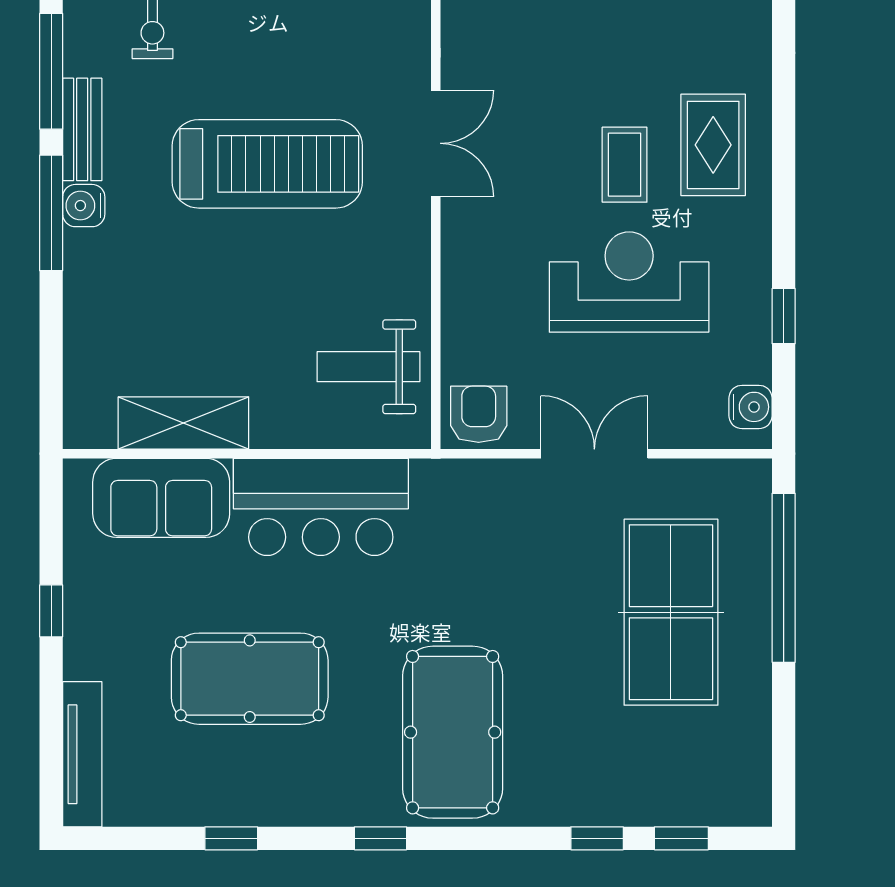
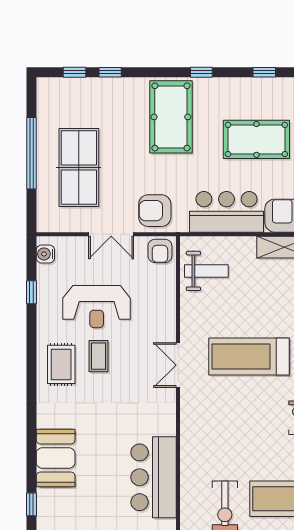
armchair: (491, 510) -> (155, 211), added
window: (784, 578) -> (31, 153), moved

